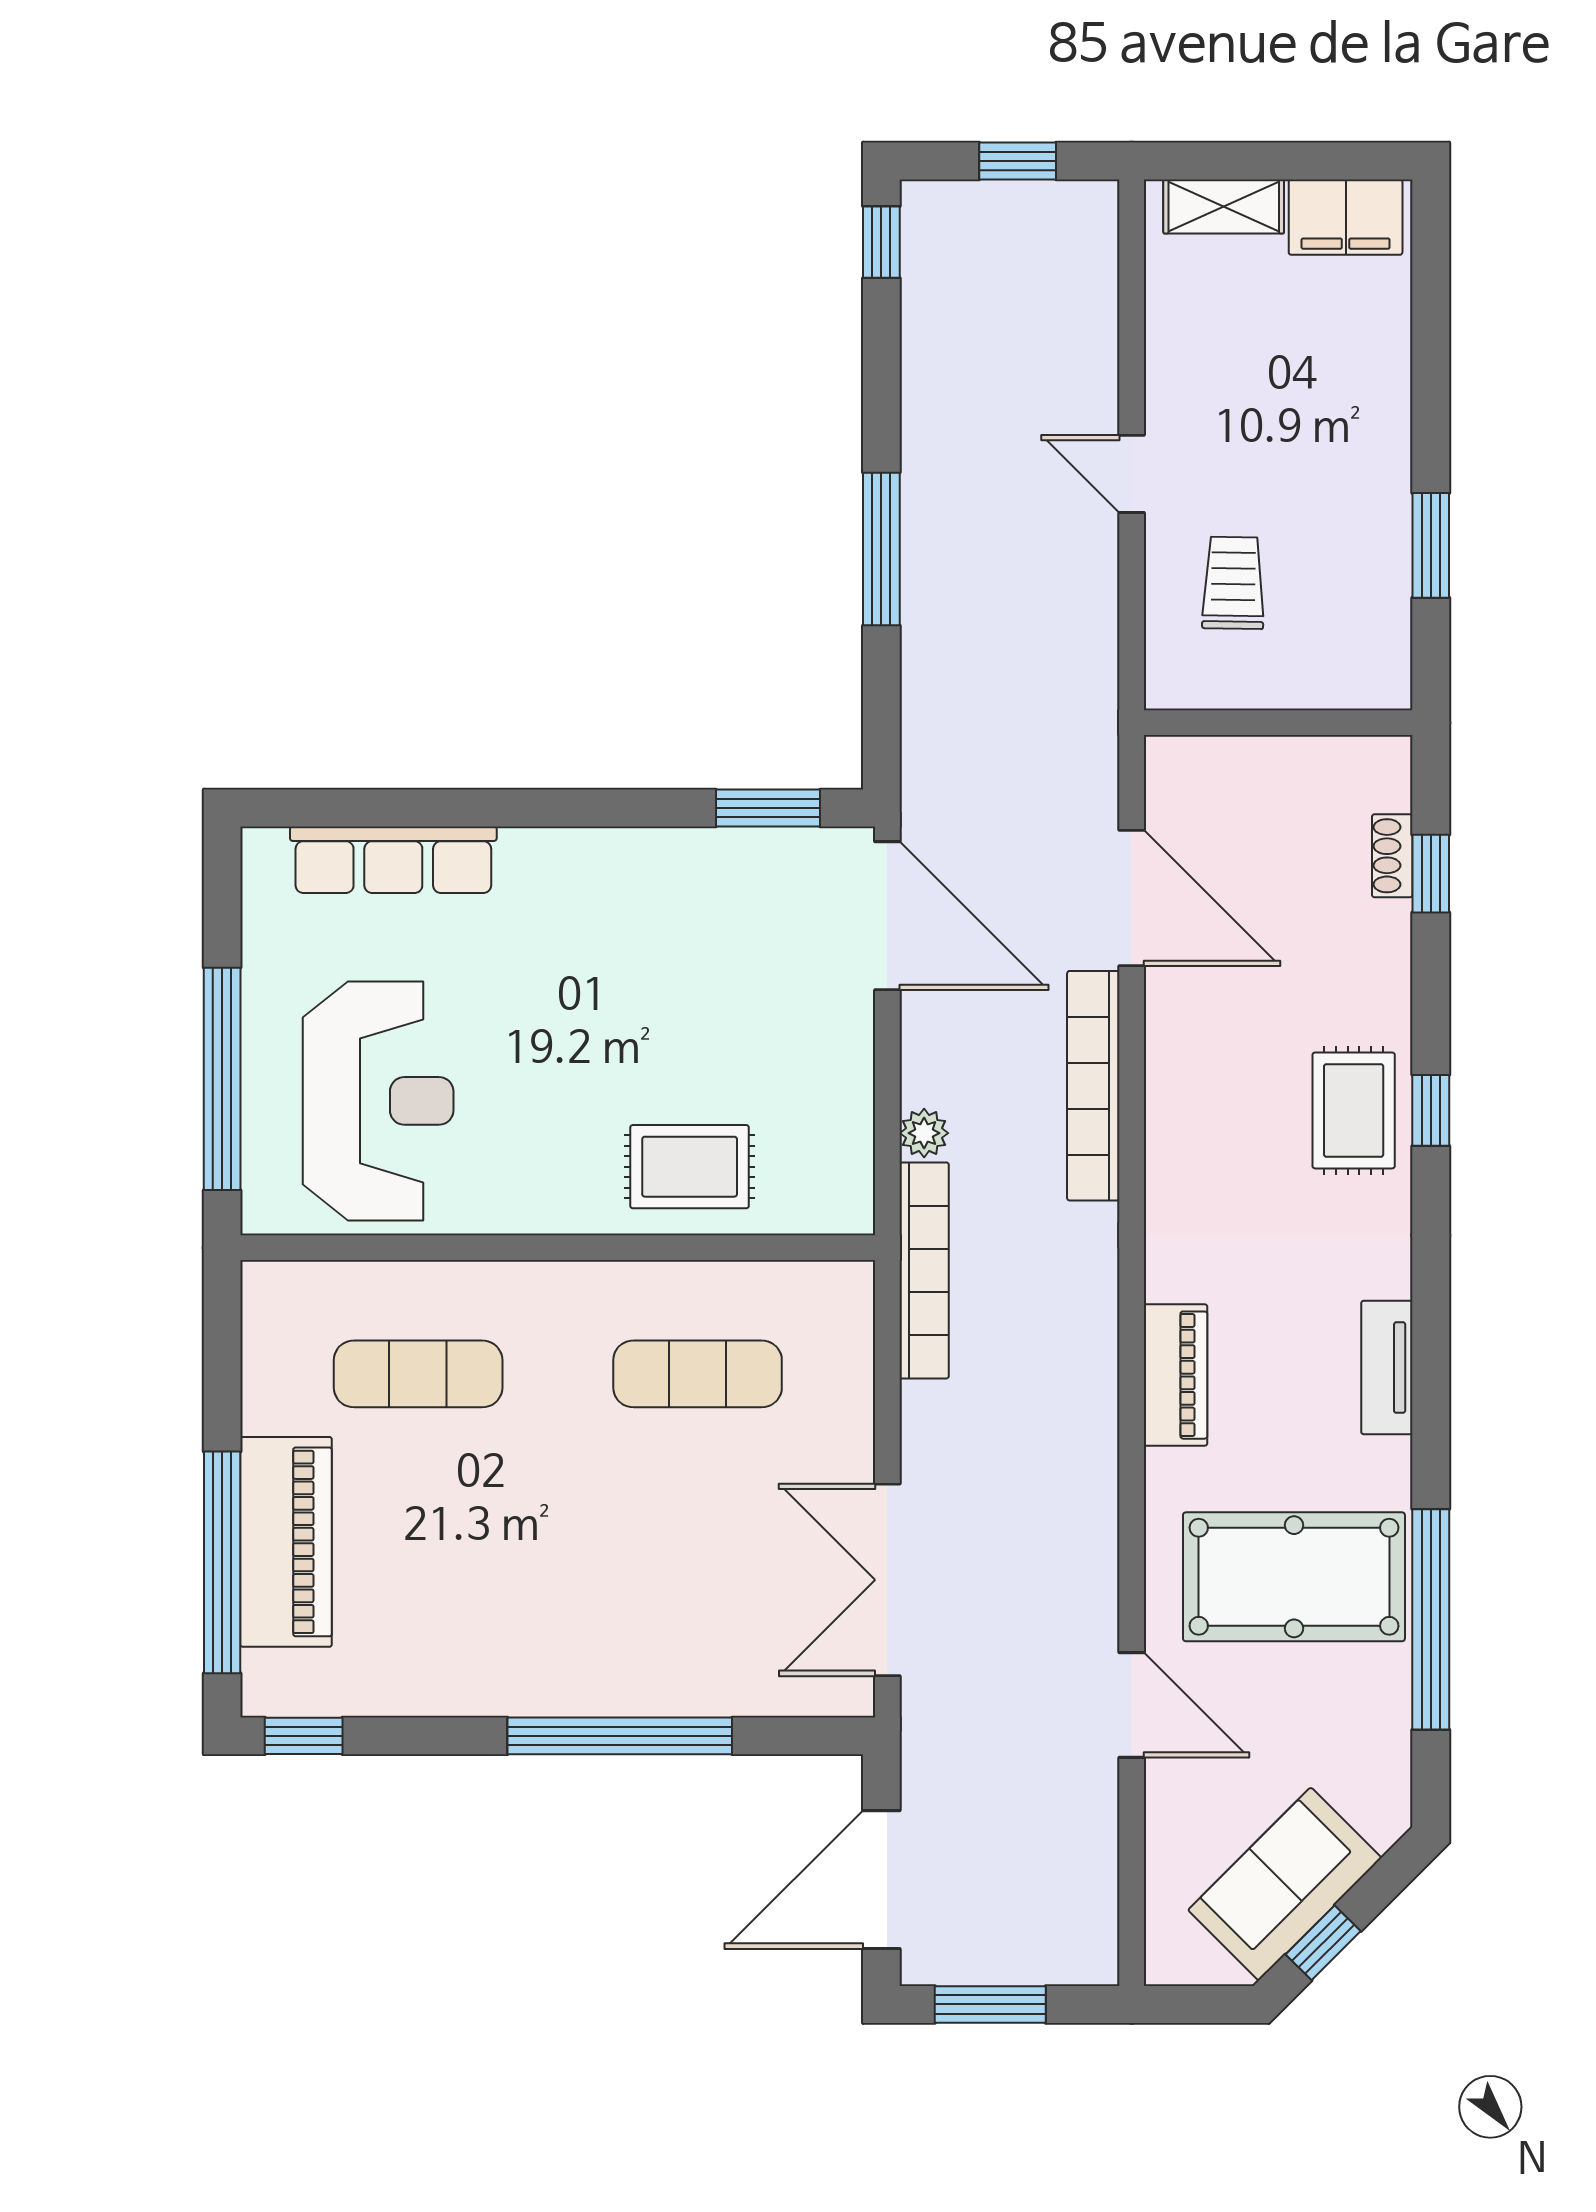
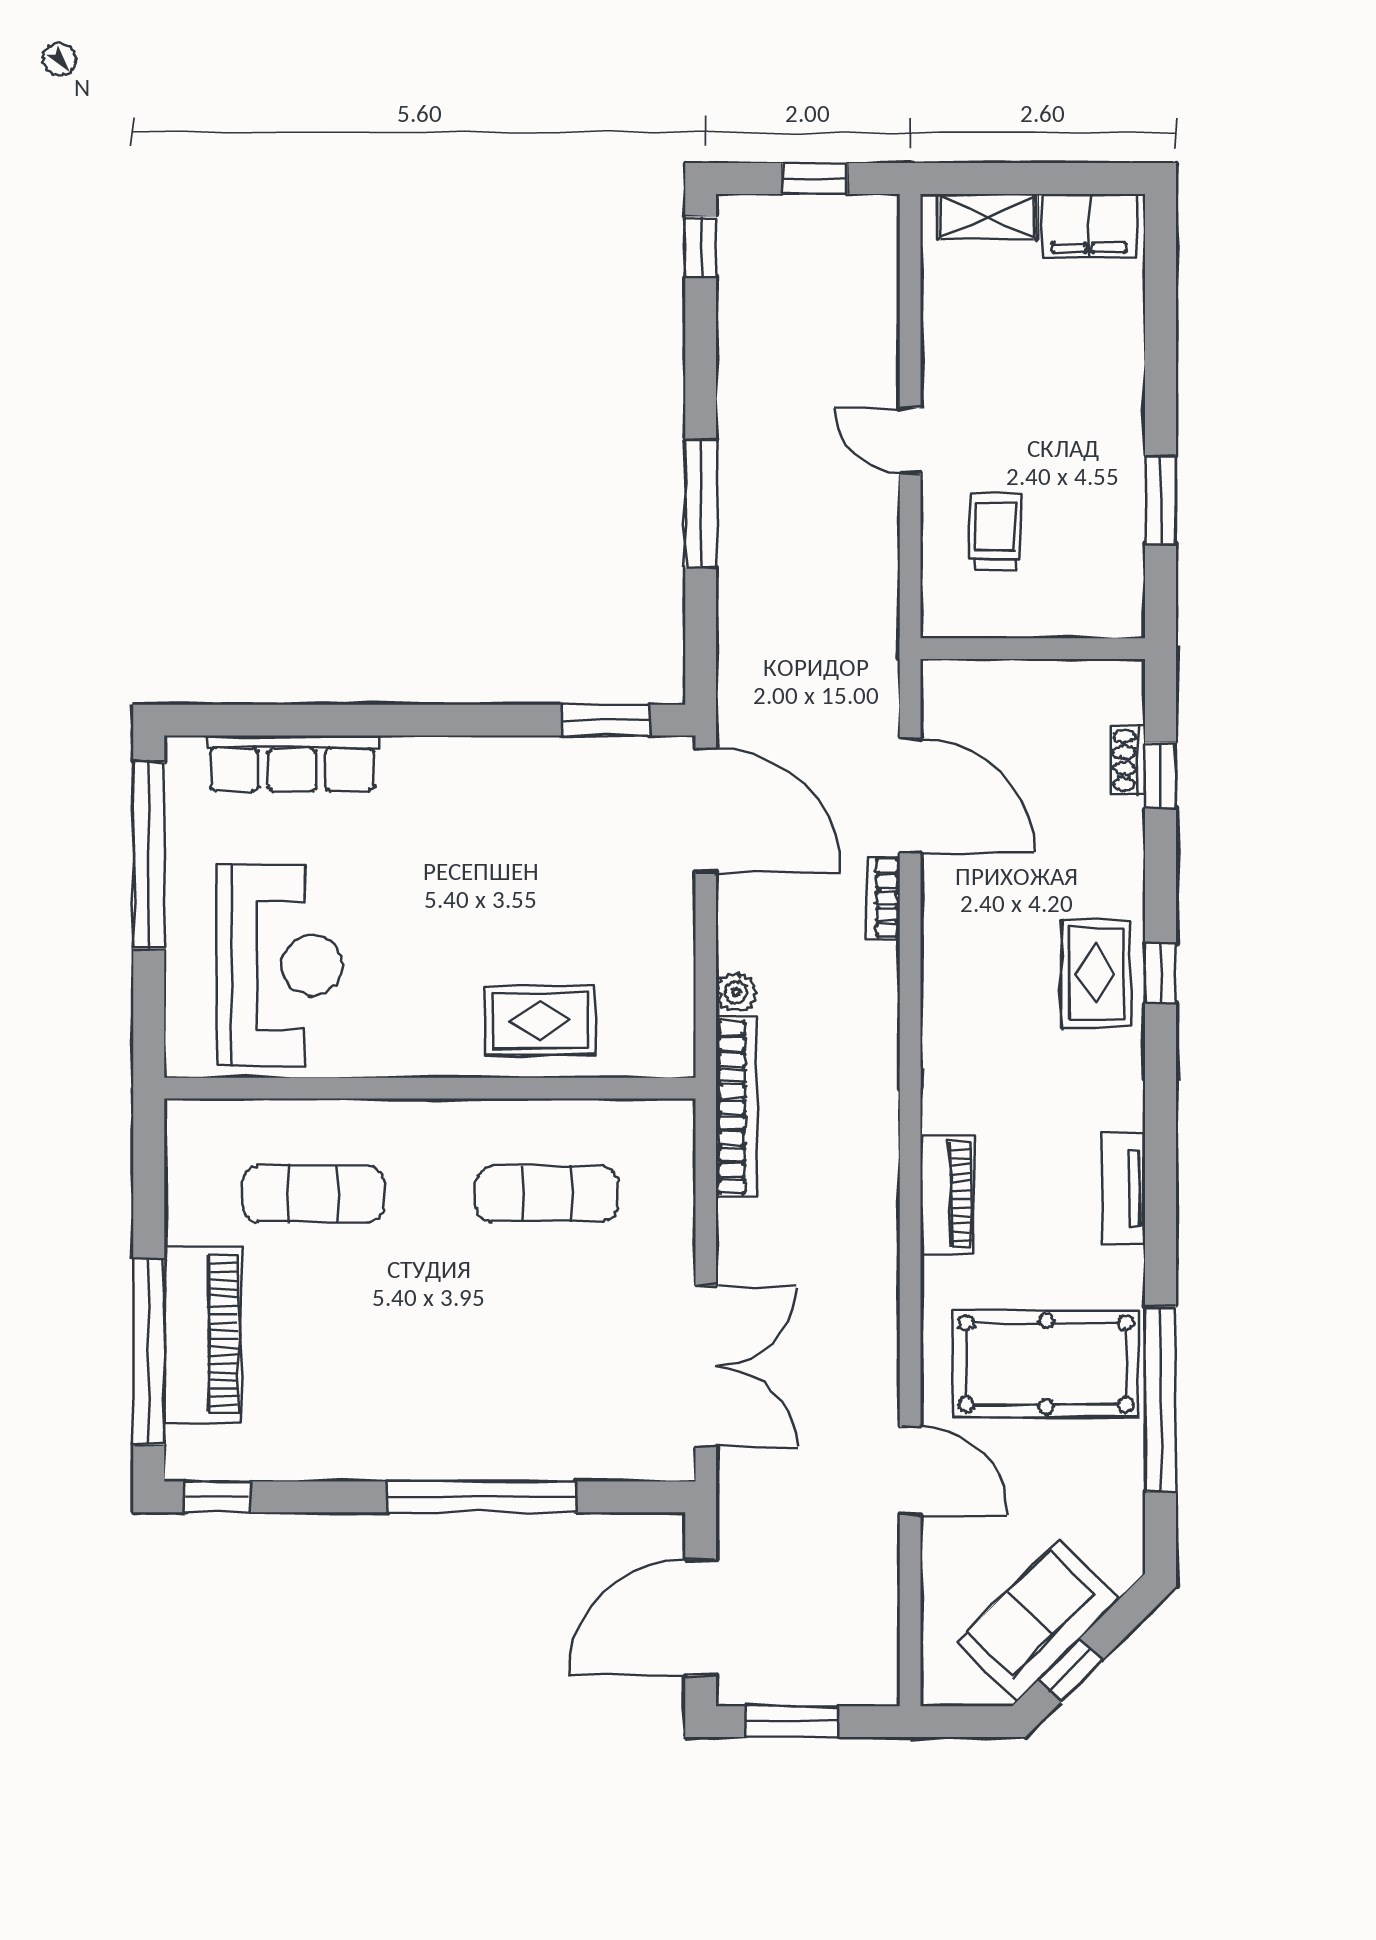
window: (222, 1079) -> (149, 856), moved
bookcase: (1093, 1086) -> (883, 898), width x0.43, depth x0.76
double door: (887, 1580) -> (706, 1366), swing flipped

